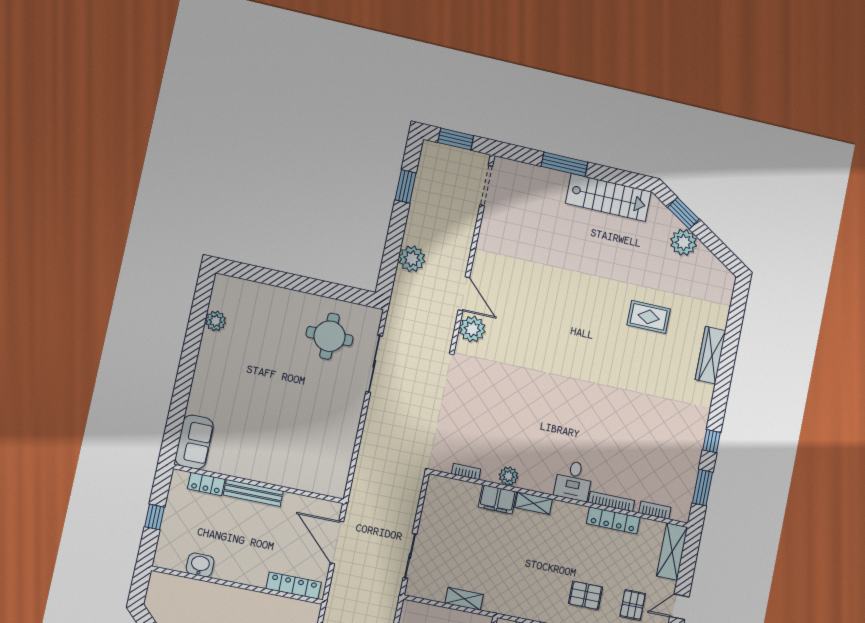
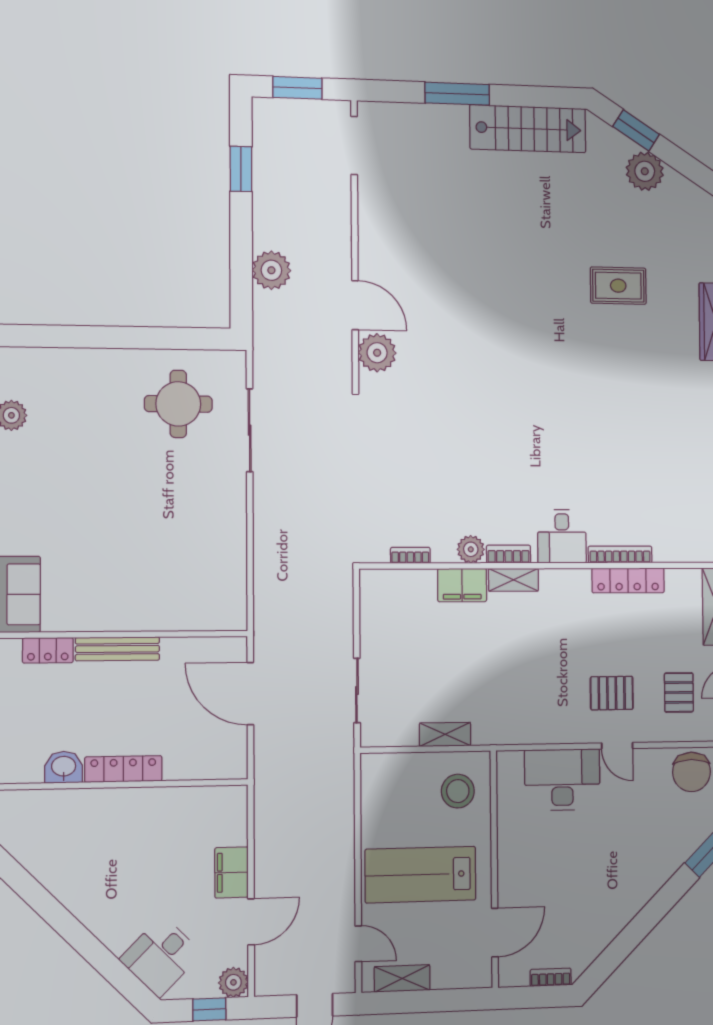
bookcase: (655, 510) -> (509, 554), moved
locker: (294, 586) -> (123, 769), moved

